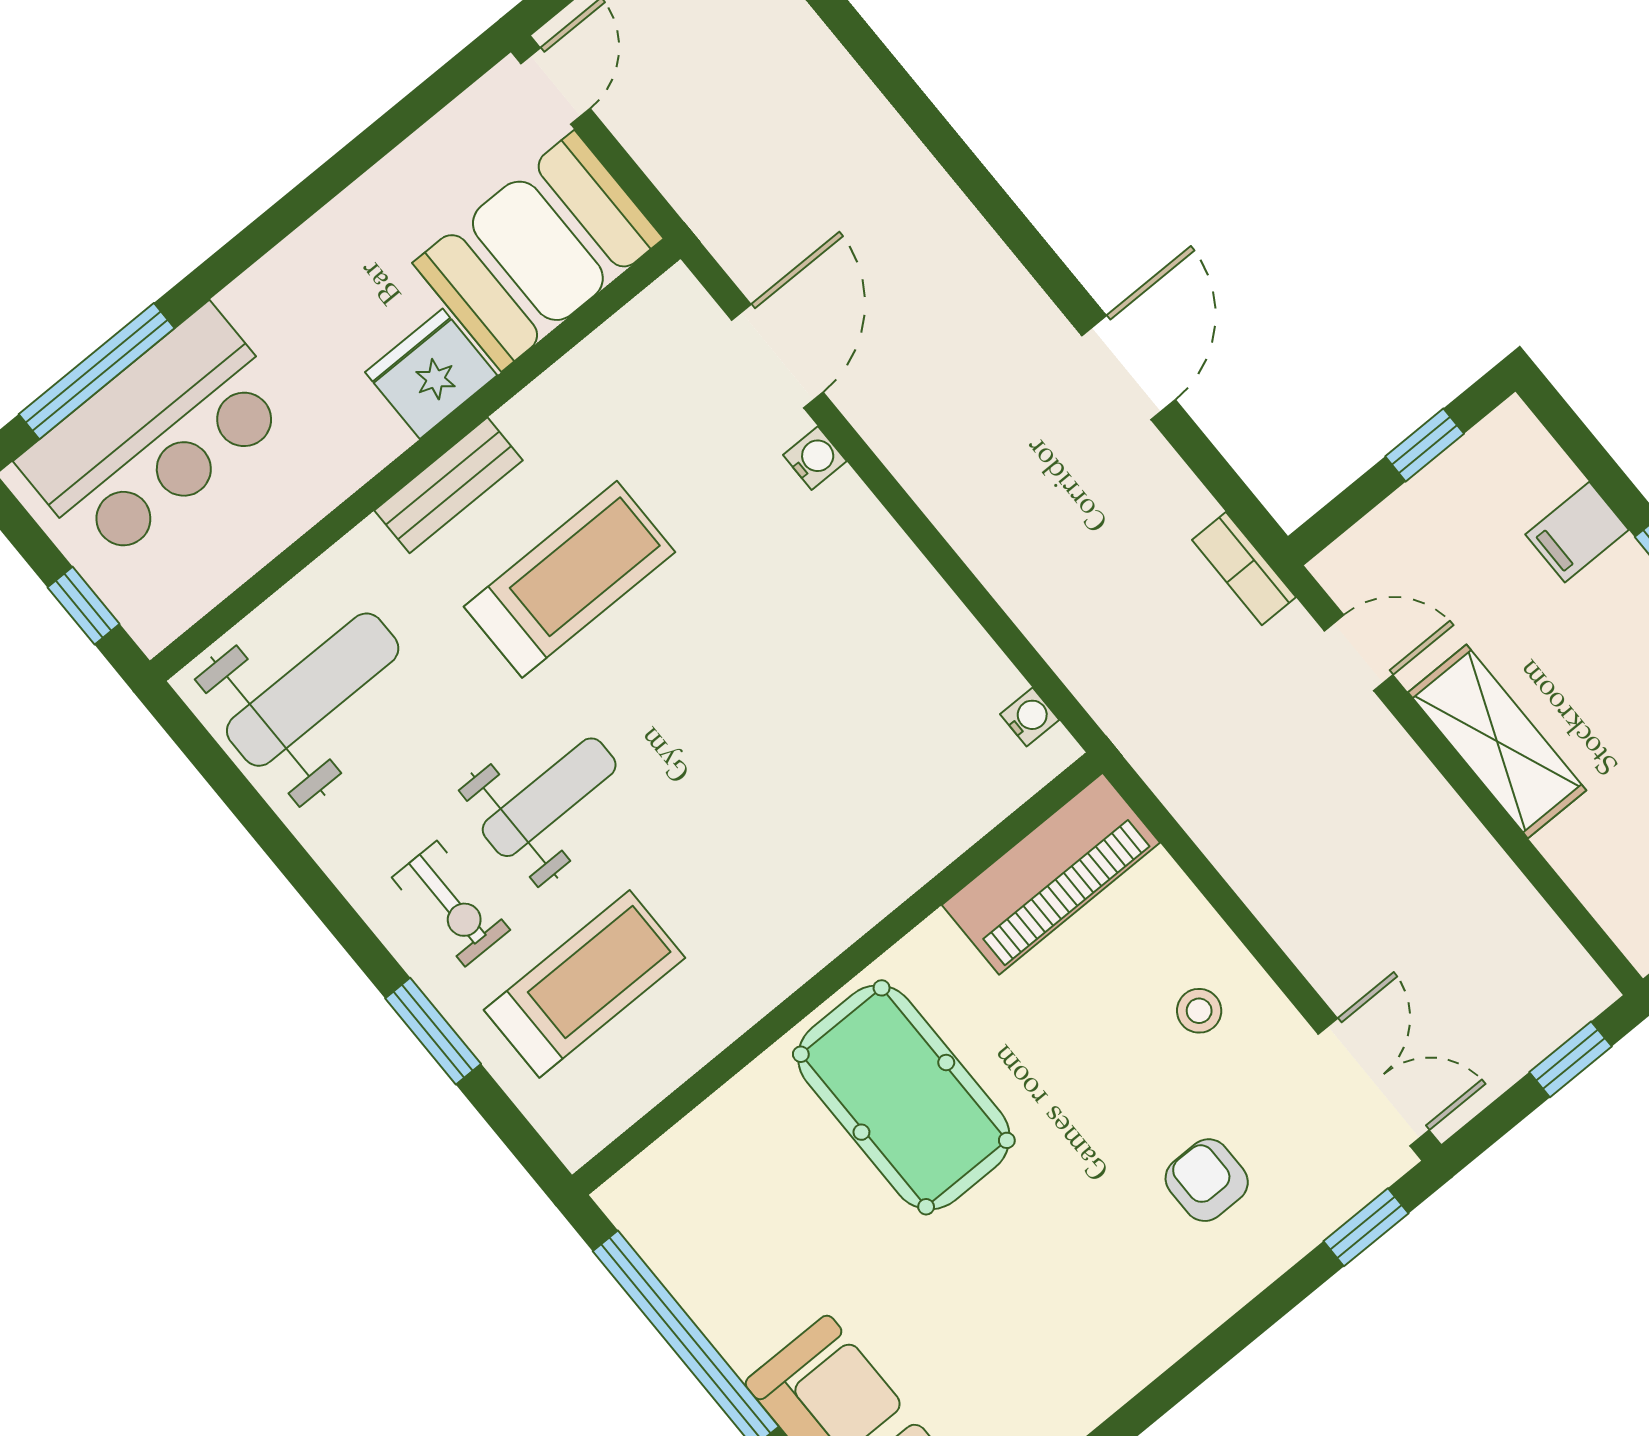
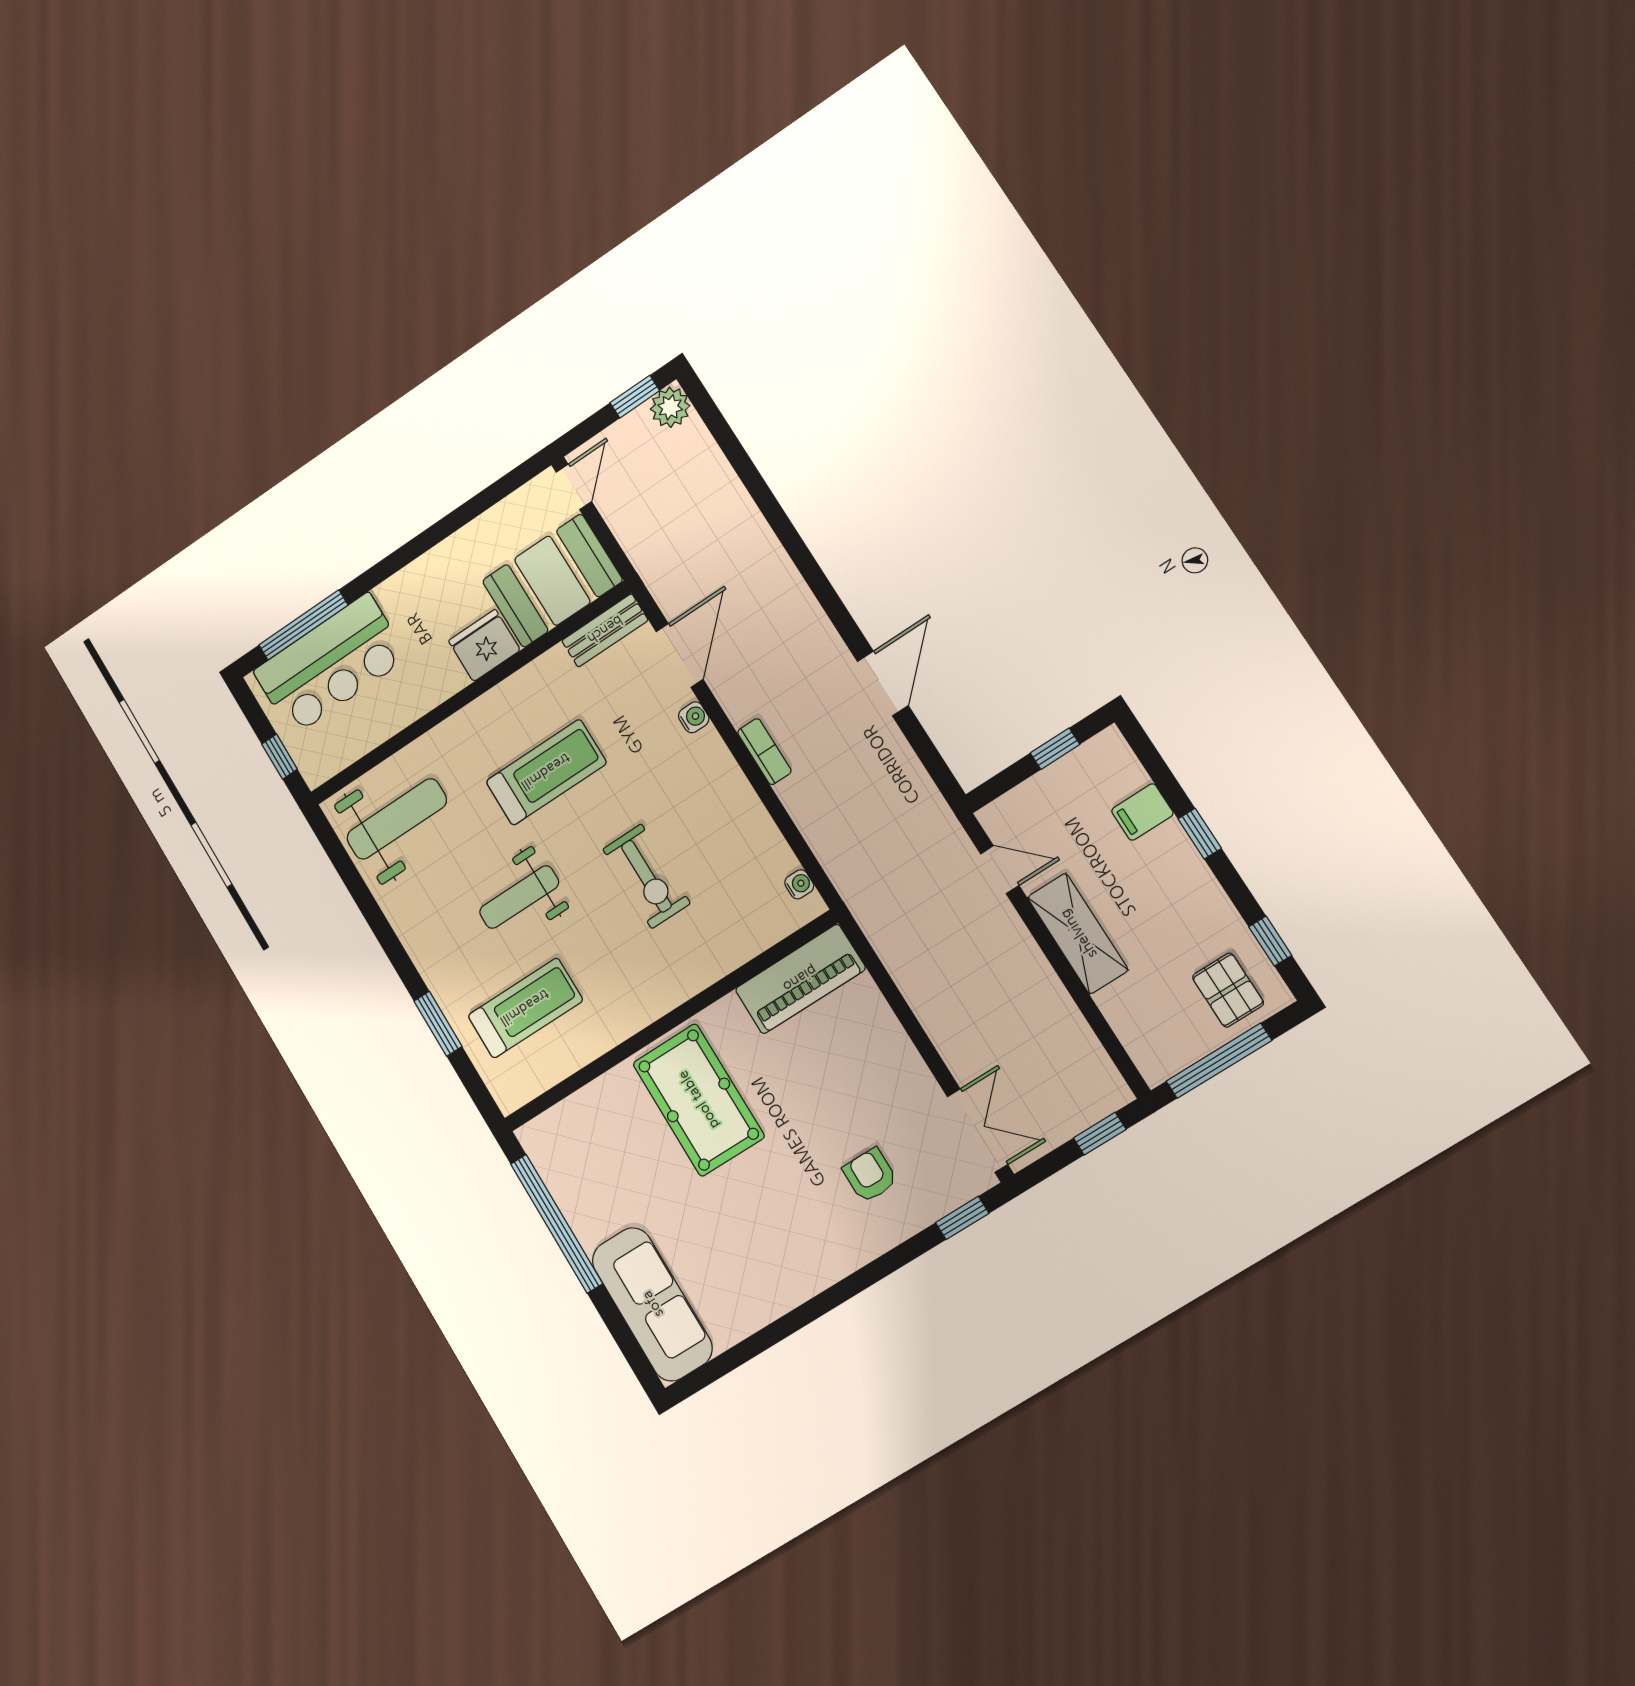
bench: (449, 485) -> (605, 630), moved
bookcase: (1244, 569) -> (764, 752), moved, turned 180
weight bench: (549, 797) -> (519, 897), turned 180
exercise bike: (451, 904) -> (646, 876), moved, width x1.38, depth x1.39
stool: (1199, 1011) -> (878, 1073), removed

